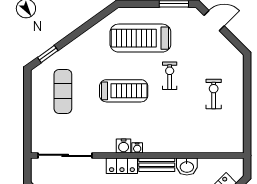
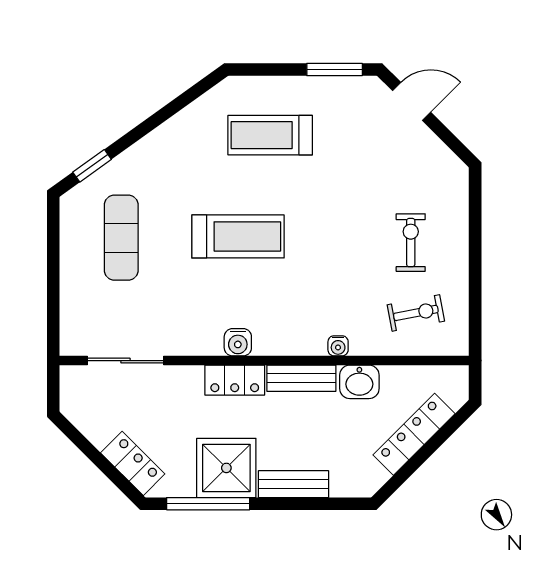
treadmill: (140, 38) -> (270, 135), width x0.73, depth x0.73
exercise bike: (170, 76) -> (416, 313), moved, turned 79
water cooler: (137, 148) -> (338, 346), moved
sliding door: (65, 155) -> (125, 361), width x0.73

